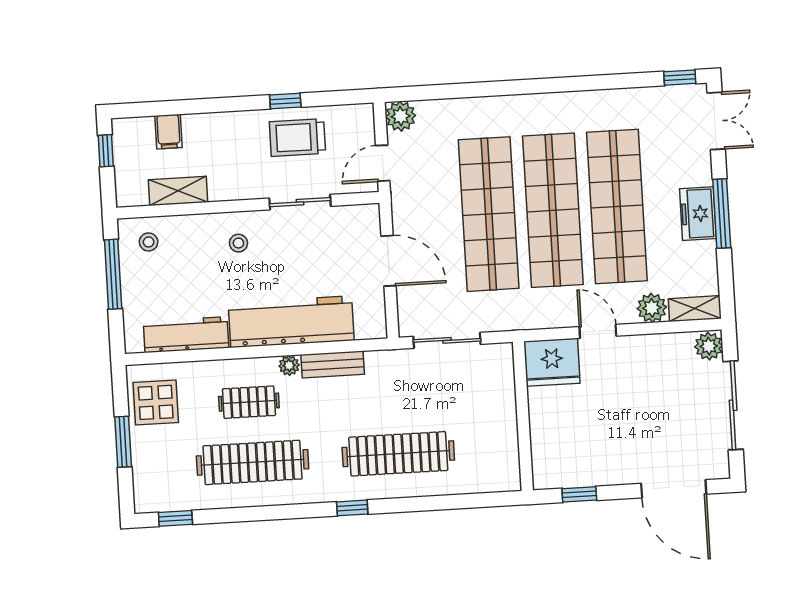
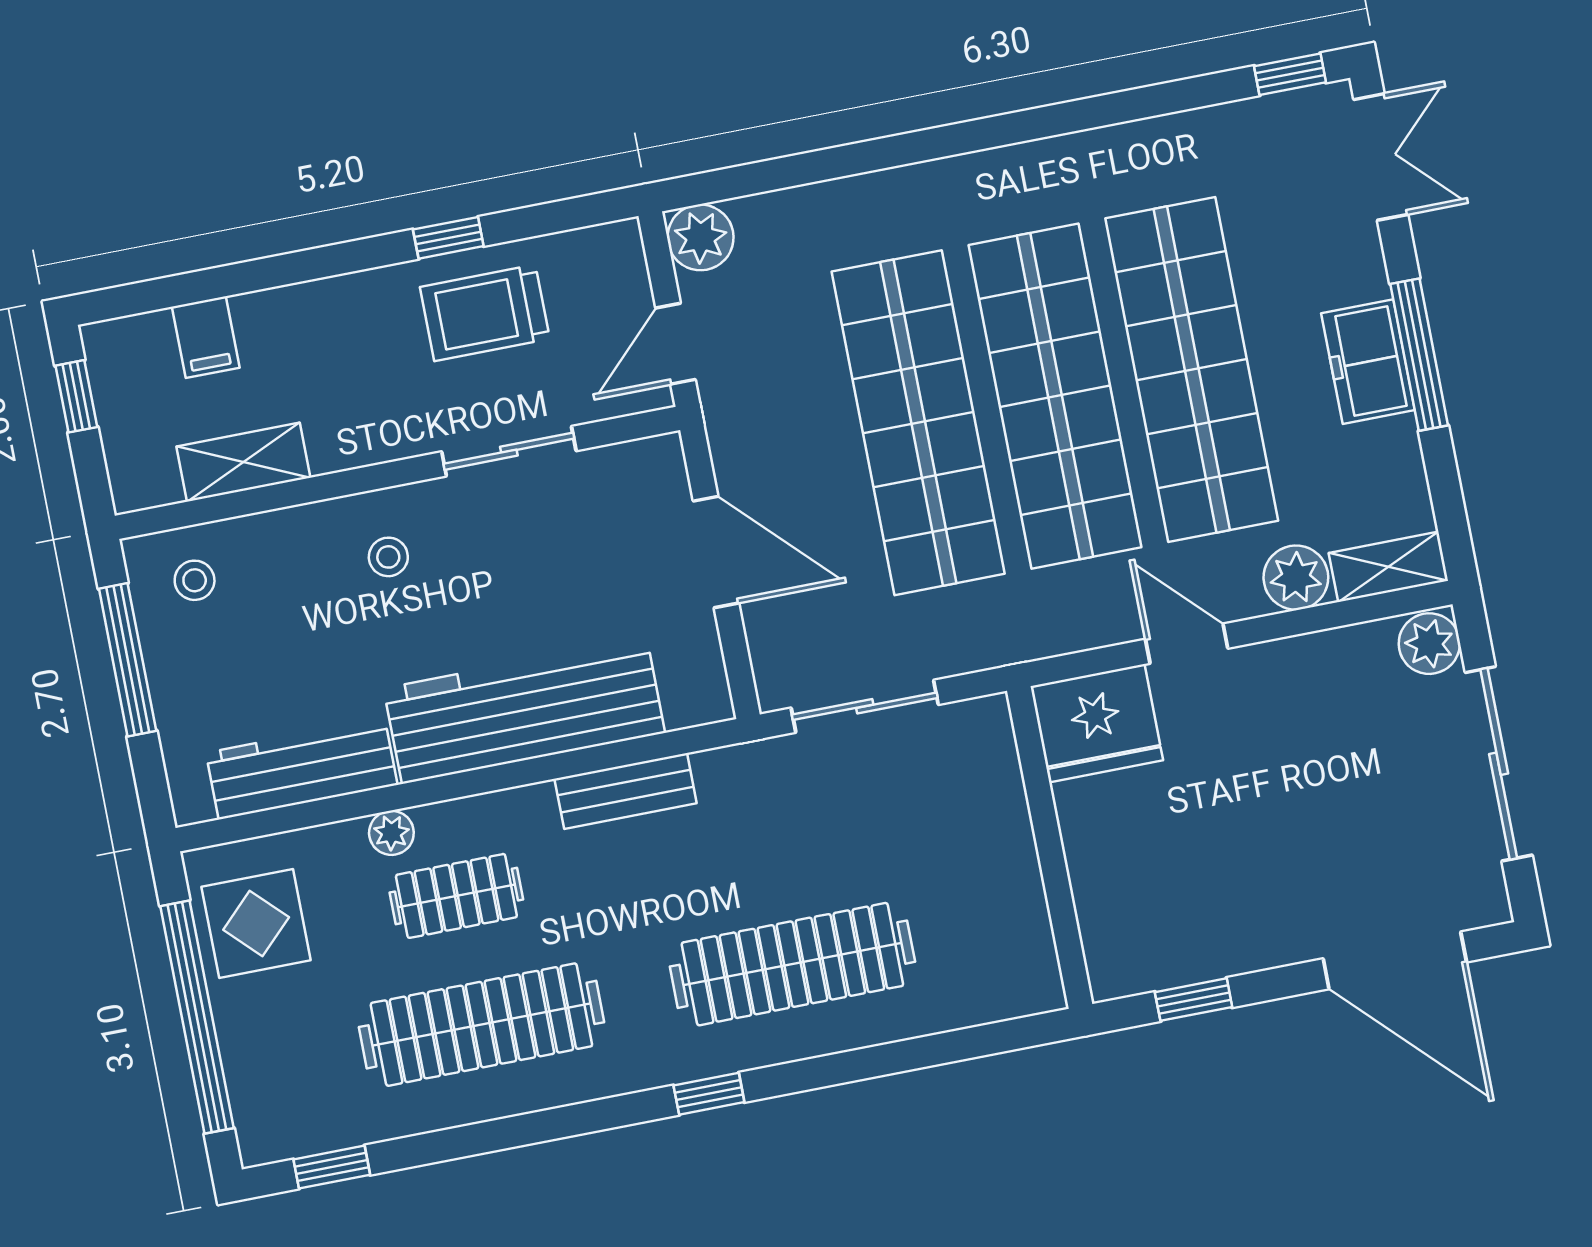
plant: (289, 365) -> (391, 833), moved
window: (123, 442) -> (197, 1017), width x2.11

